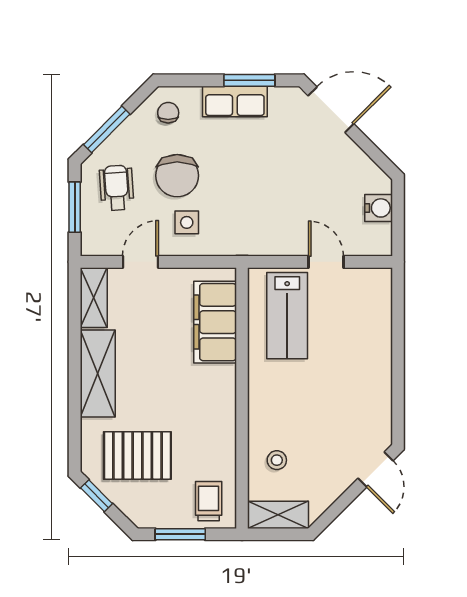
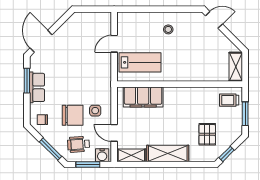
water cooler: (379, 208) -> (102, 155), moved, turned 180
pallet: (137, 455) -> (207, 134), width x0.67, depth x0.71
stool: (277, 460) -> (168, 29), moved

